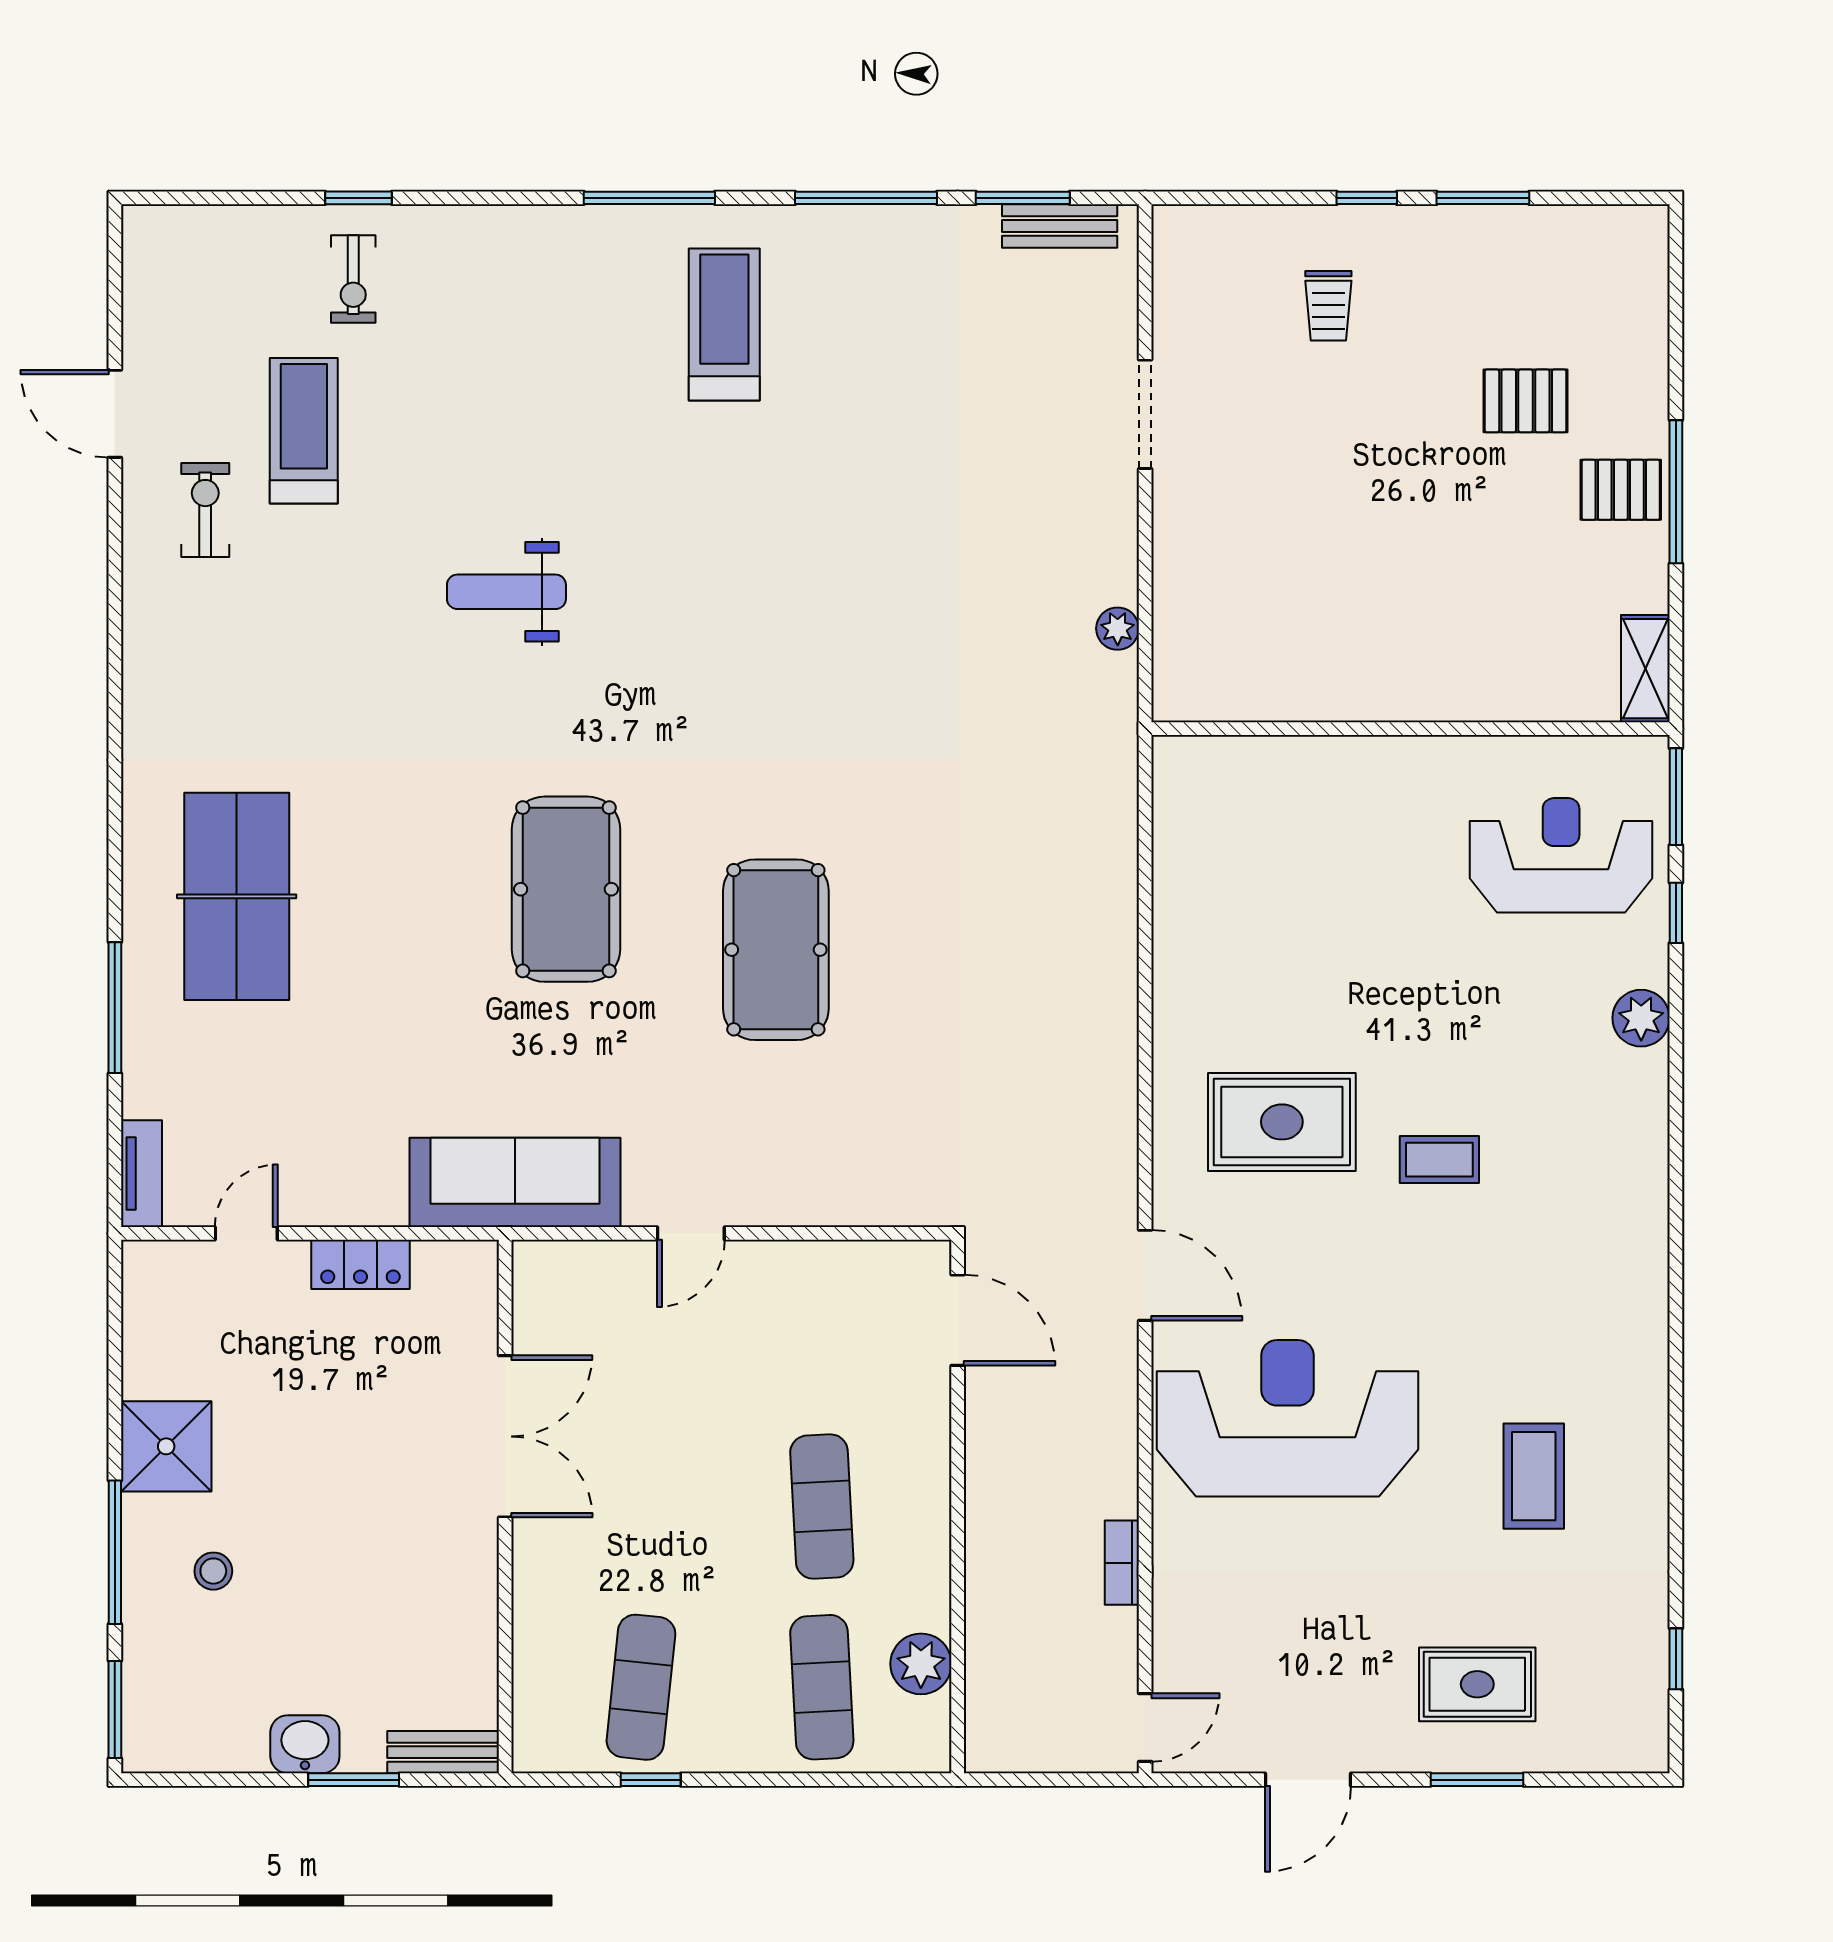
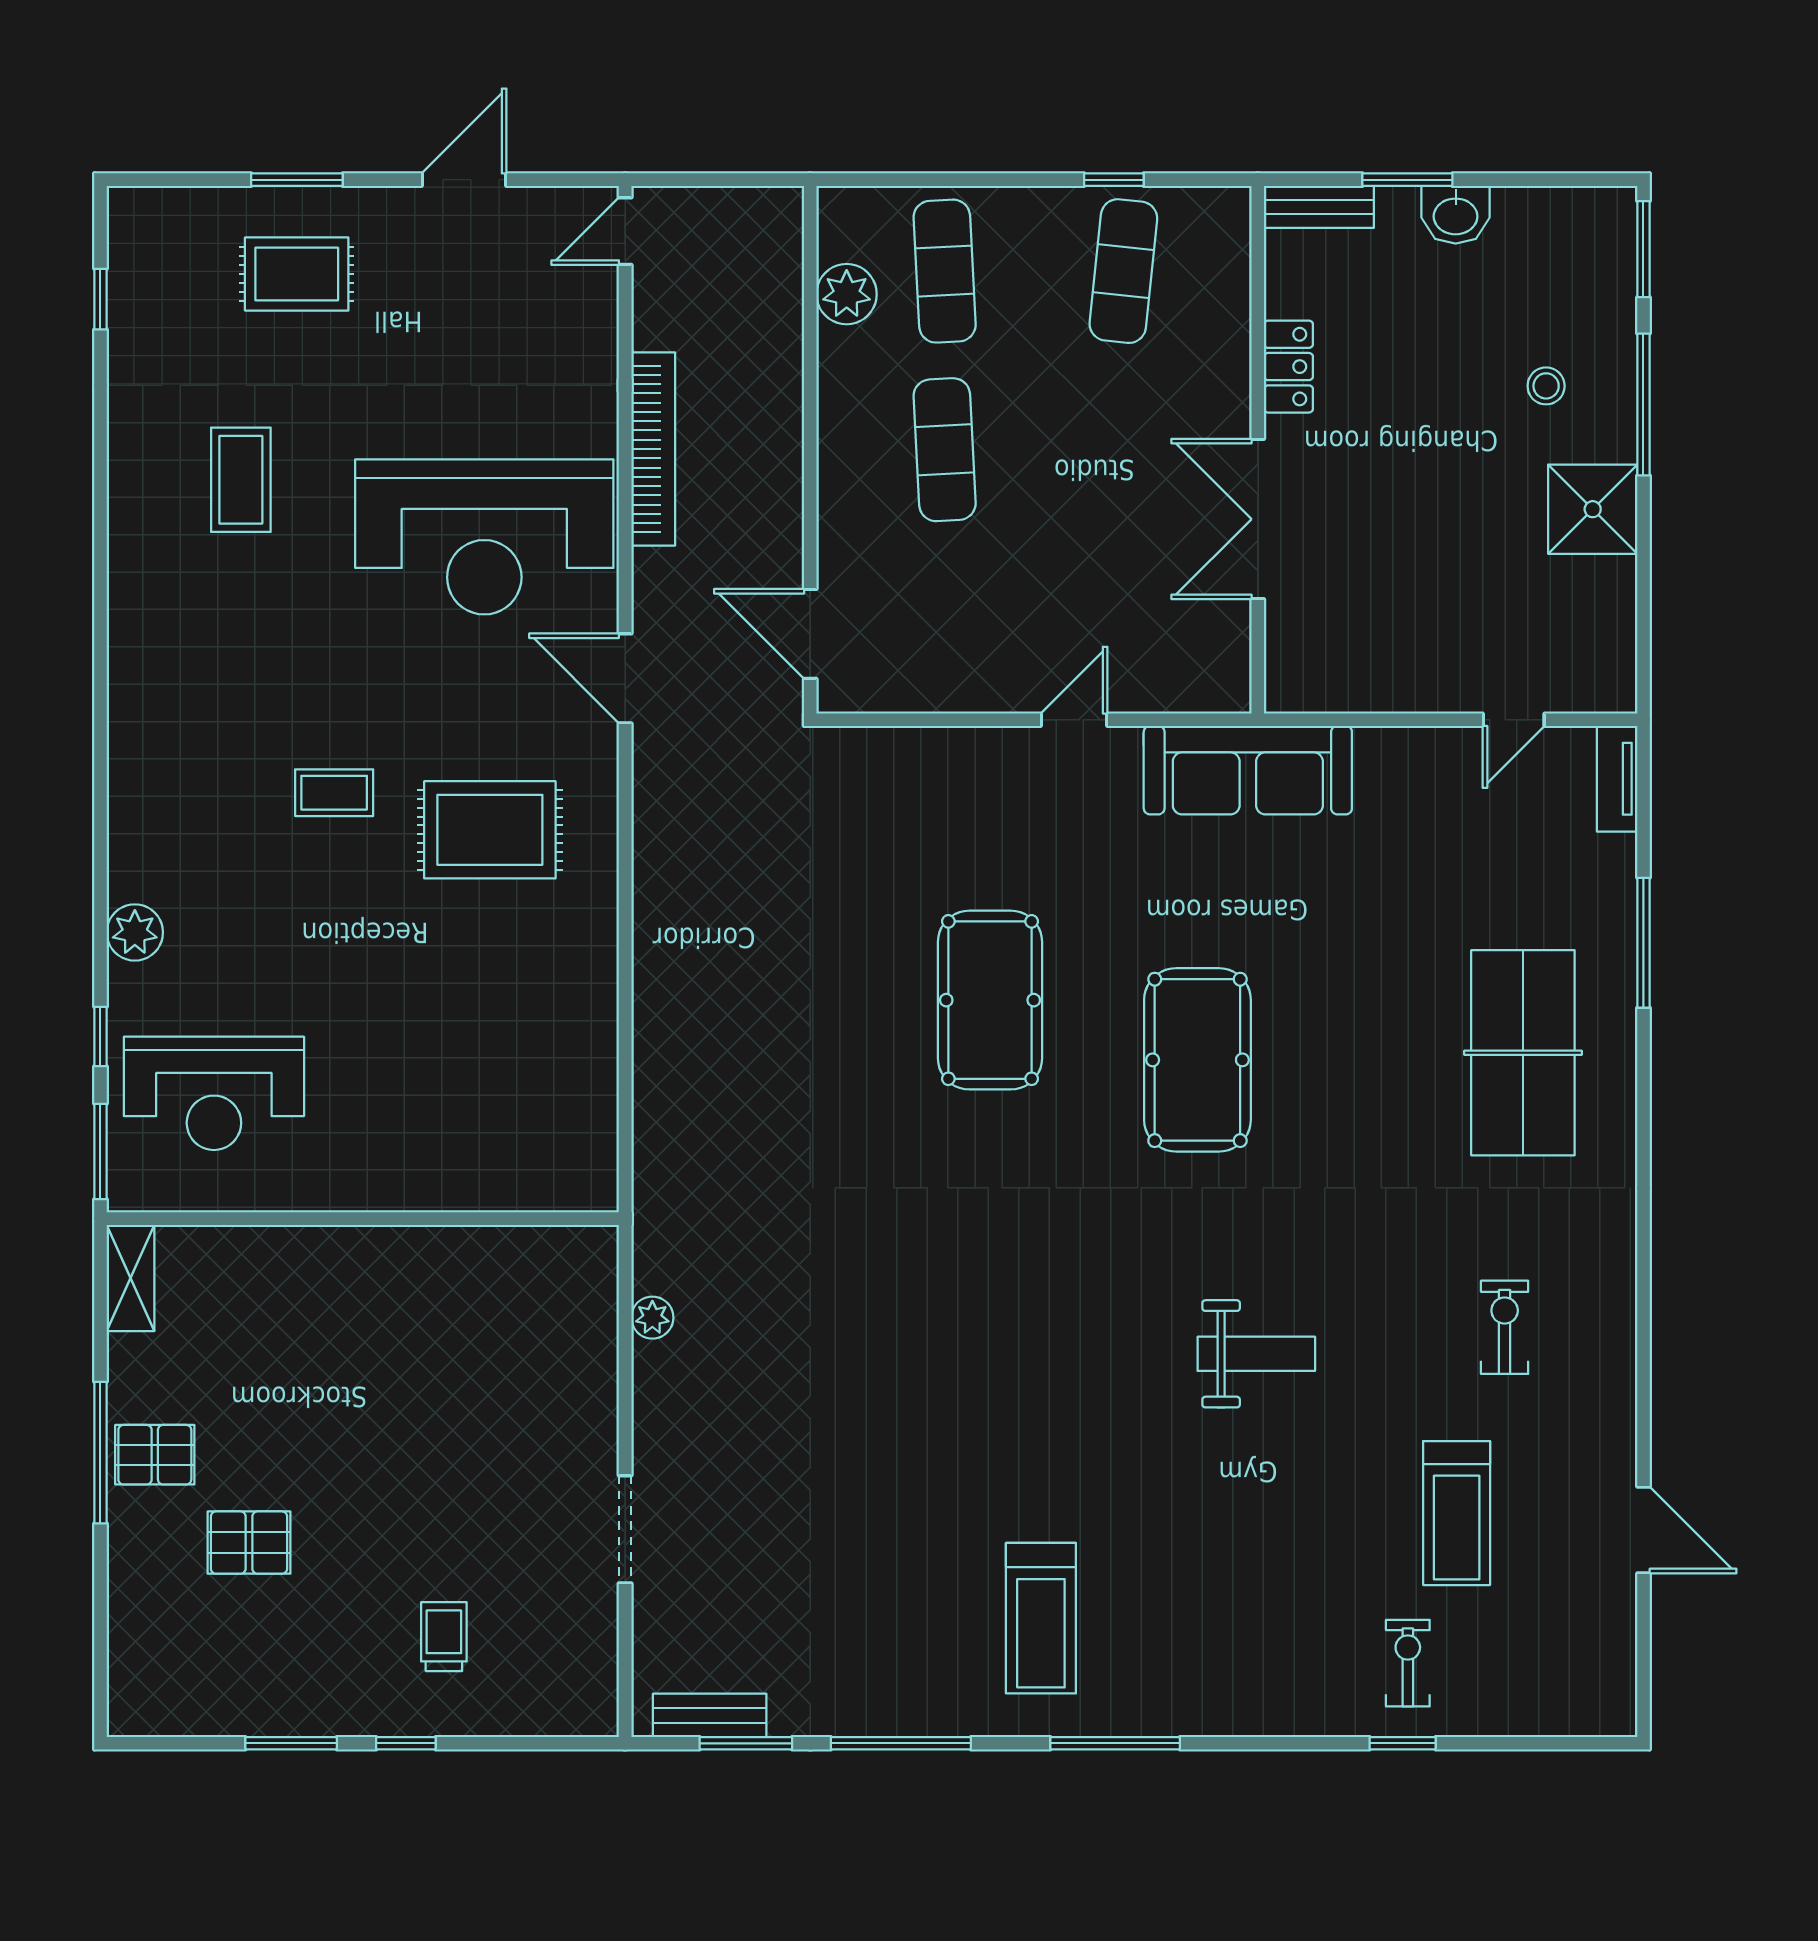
exercise bike: (205, 510) -> (1505, 1327), moved, turned 180
locker: (360, 1264) -> (1288, 367), moved, turned 90
bookcase: (1122, 1563) -> (653, 449), width x2.31, depth x1.31

